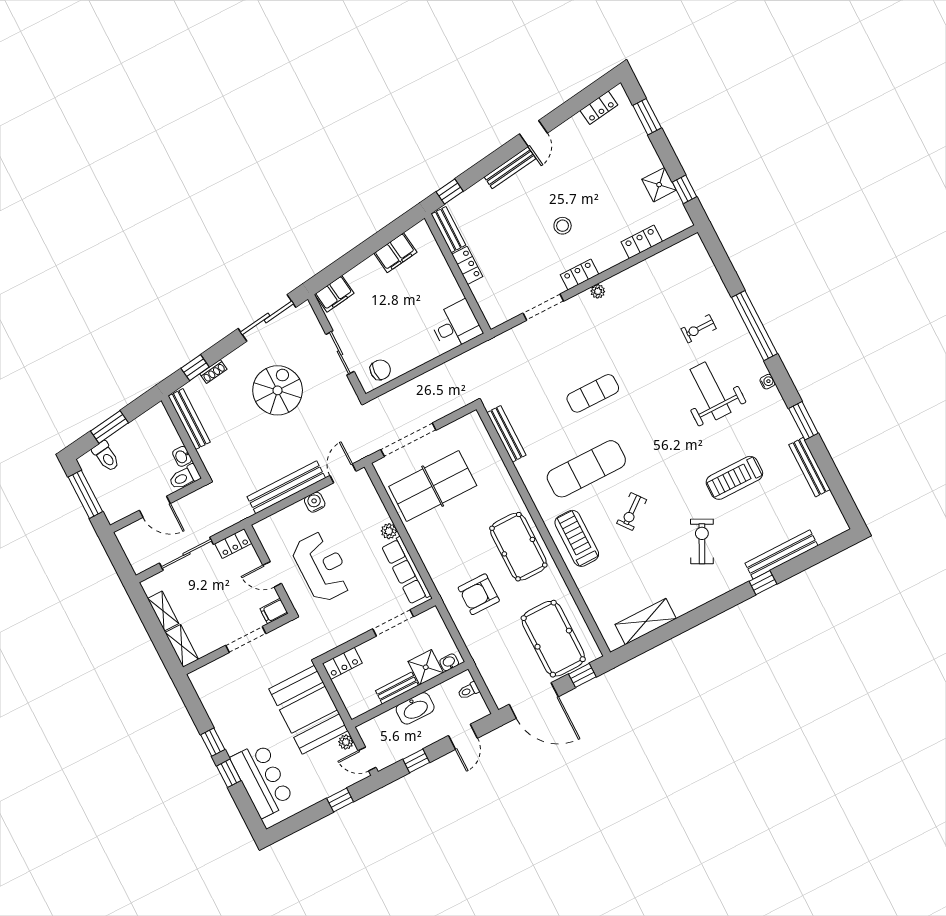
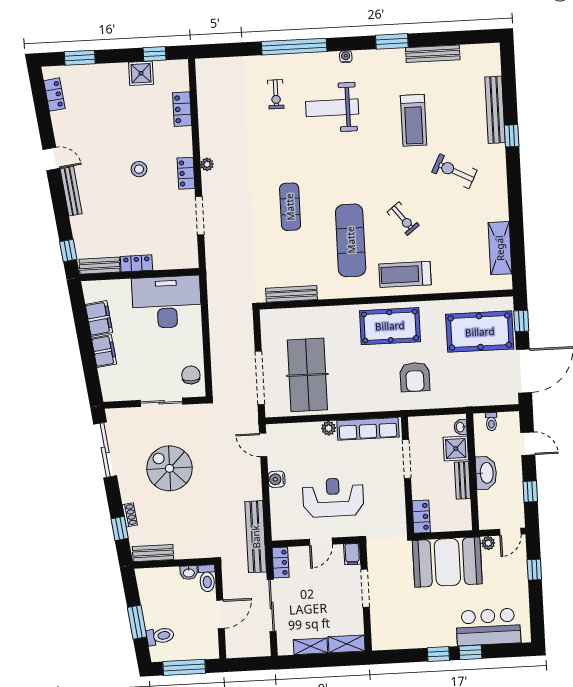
filing cabinet: (334, 294) -> (104, 351), moved
desk: (456, 325) -> (167, 302), width x1.87, depth x1.30
bench: (189, 419) -> (153, 553), width x0.73
bench: (286, 487) -> (256, 537), moved

